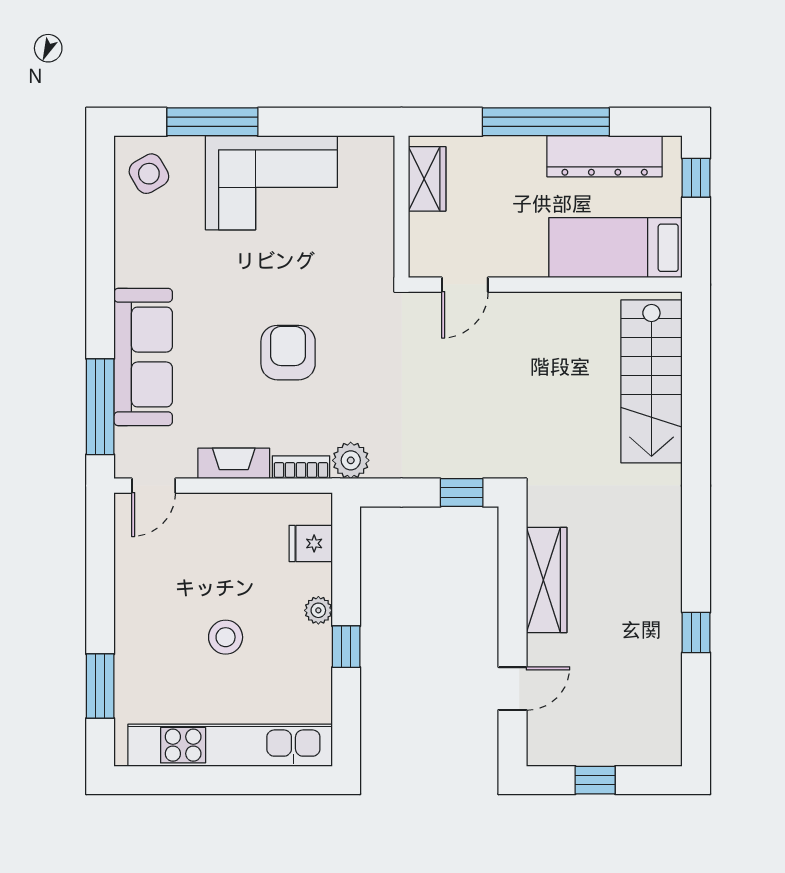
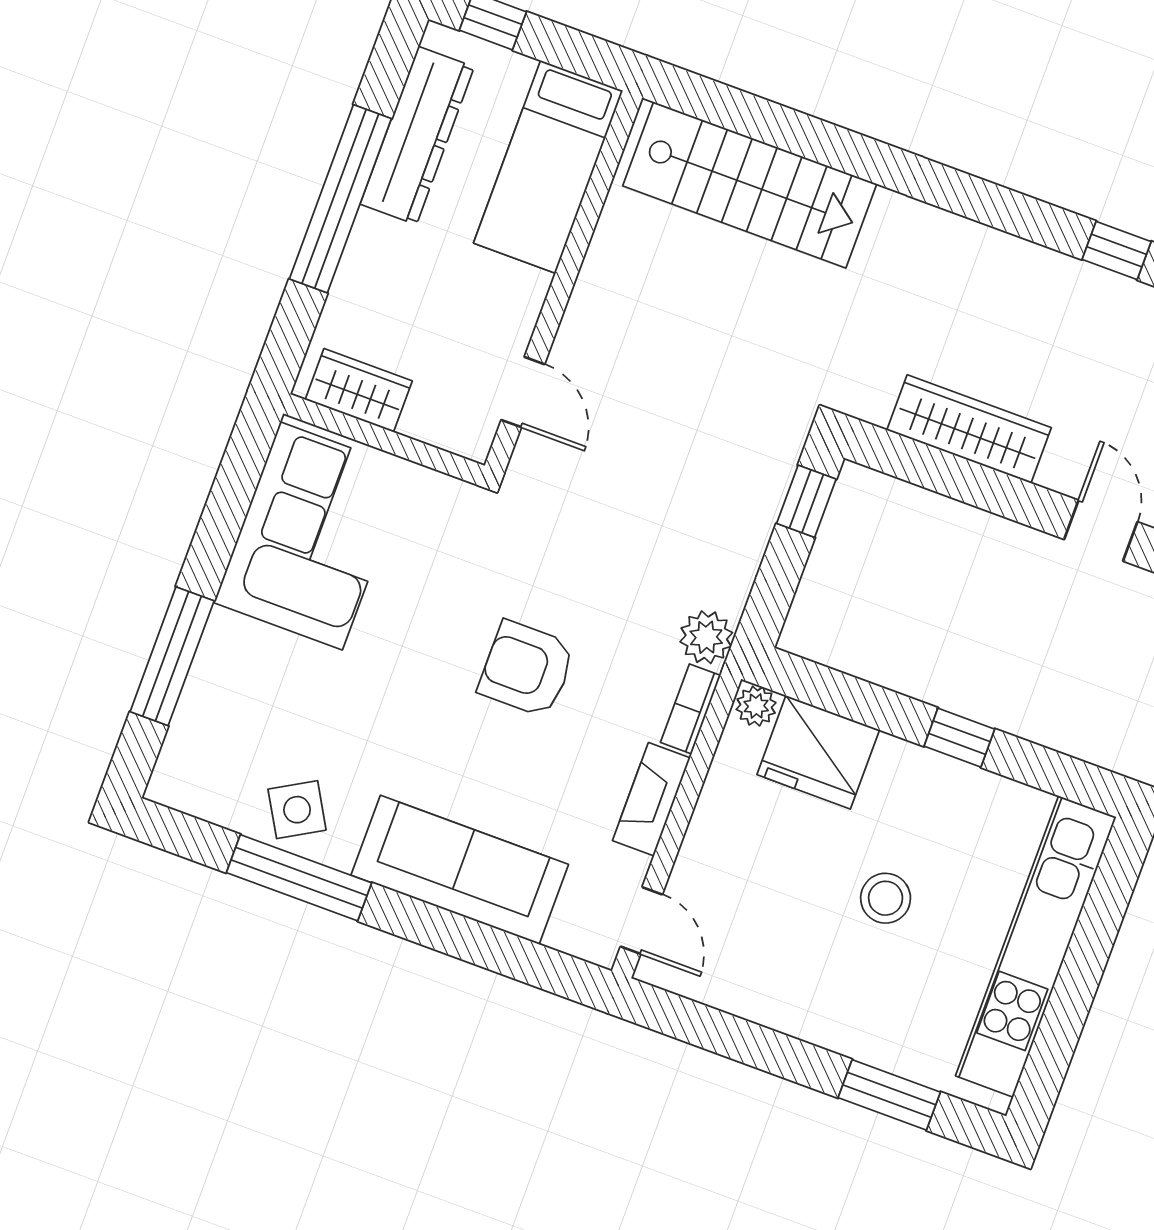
side table: (149, 174) -> (297, 810), moved
corner sofa: (271, 183) -> (311, 536), moved
window: (100, 407) -> (299, 878), moved
fridge: (311, 543) -> (818, 752), width x1.88, depth x1.34
plant: (318, 610) -> (756, 706), moved

